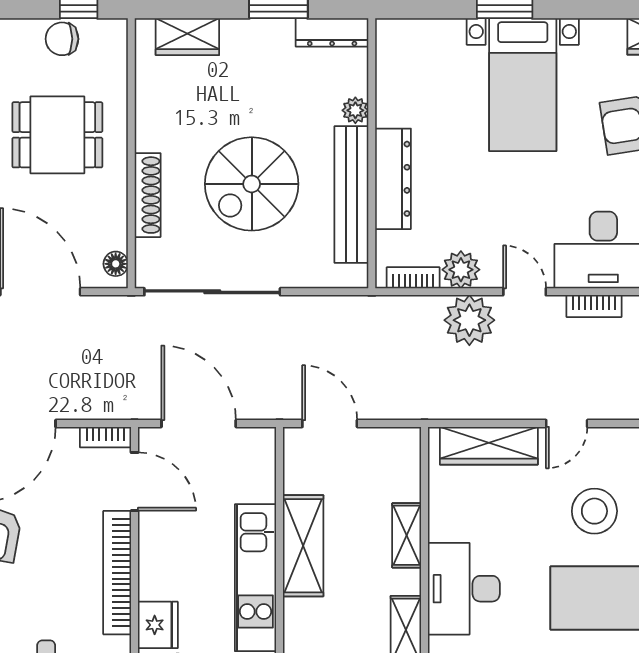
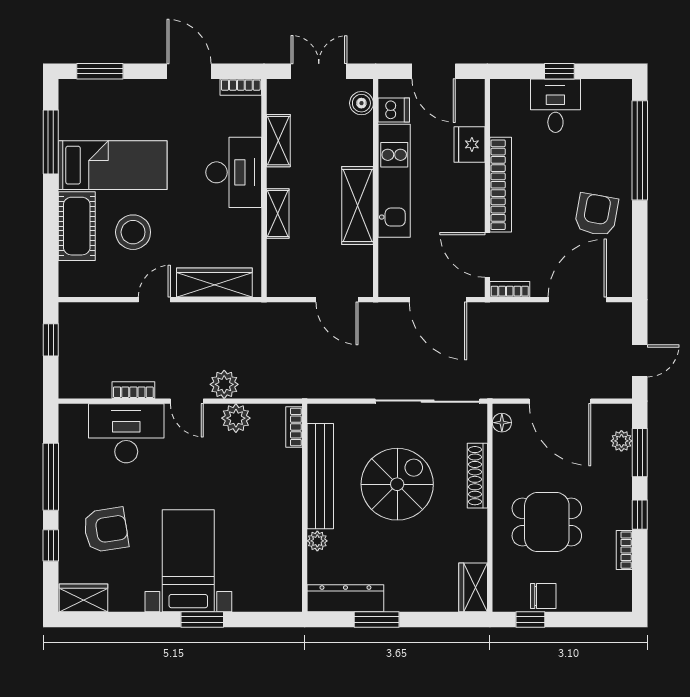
dresser: (332, 32) -> (345, 598), width x1.37, depth x1.24
wardrobe: (187, 37) -> (473, 587), moved, turned -90
dresser: (393, 179) -> (288, 488), removed
bookcase: (413, 278) -> (294, 427), moved, turned 90
plant: (469, 320) -> (224, 384), width x0.73, depth x0.73

